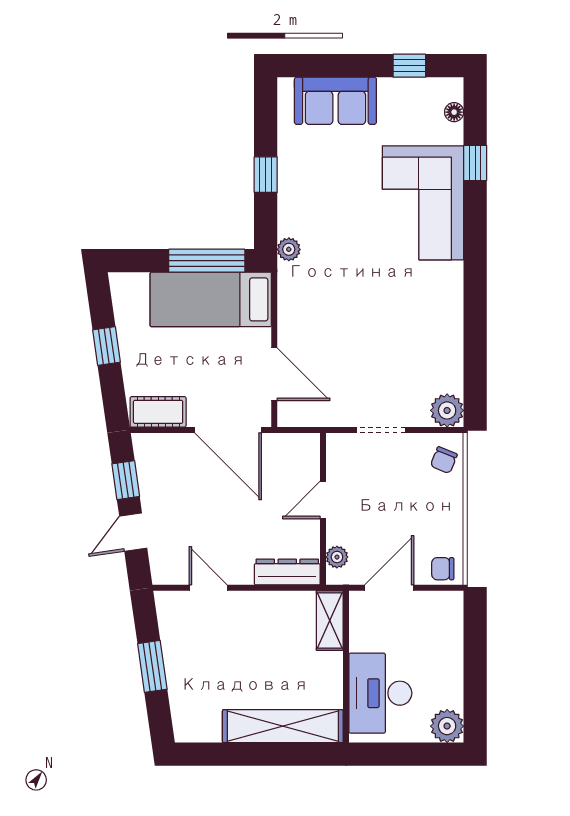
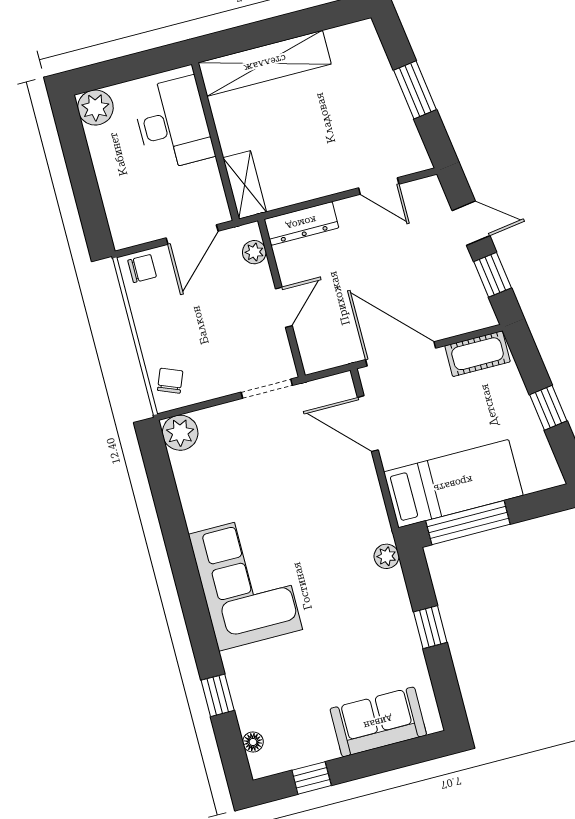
corner sofa: (423, 203) -> (245, 582), moved
doorway: (381, 430) -> (267, 389), moved
door: (133, 532) -> (471, 223), hinge flipped

